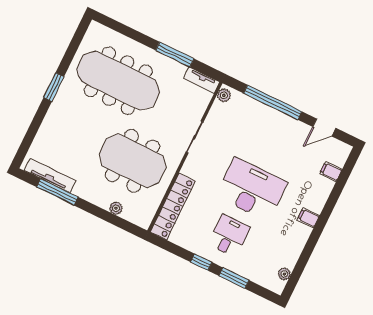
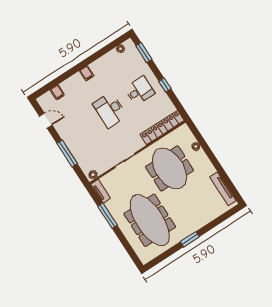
window: (273, 102) -> (67, 153), width x0.68
desk: (252, 189) -> (110, 110), width x0.73, depth x0.77
window: (57, 192) -> (224, 177), removed
desk: (229, 236) -> (139, 91), turned 180
window: (234, 278) -> (144, 52), moved

